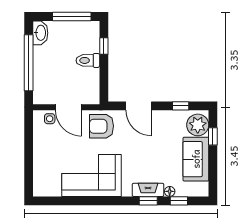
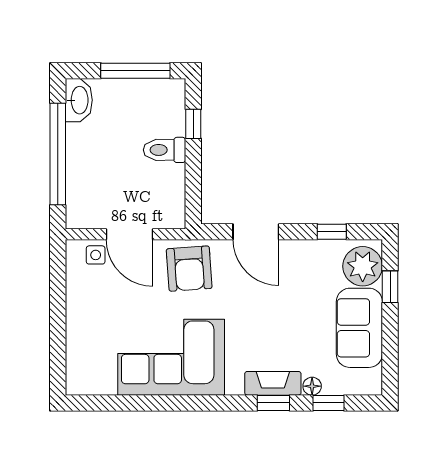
armchair: (102, 126) -> (189, 269), turned -94

